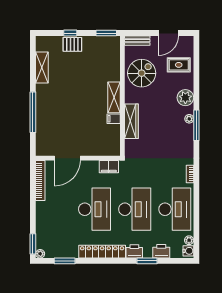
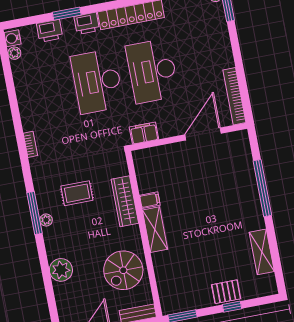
rug: (179, 65) -> (77, 193), moved
plant: (185, 98) -> (61, 270), moved
desk: (175, 209) -> (42, 92), removed

